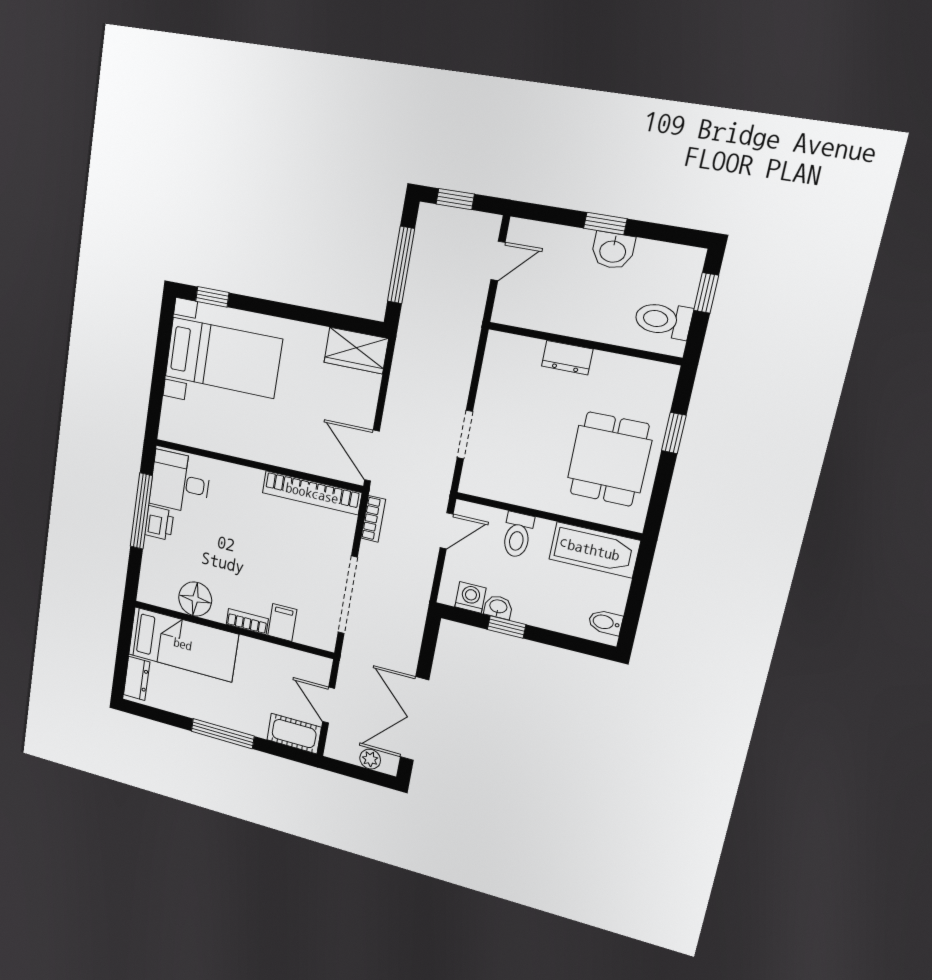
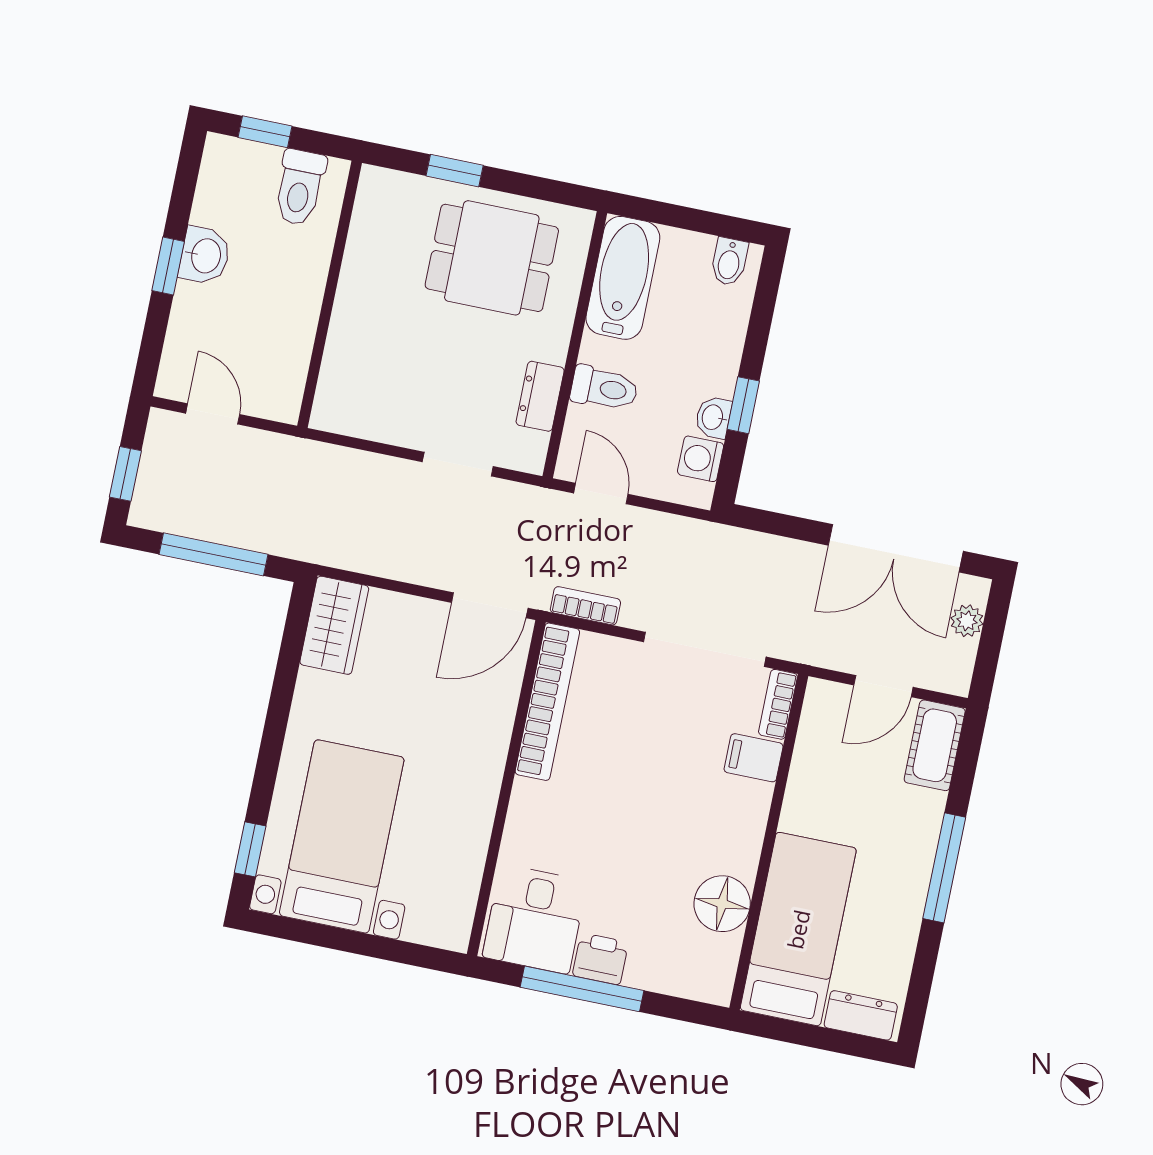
dresser: (567, 358) -> (540, 396), moved, turned 180
bookcase: (247, 622) -> (778, 704), moved

